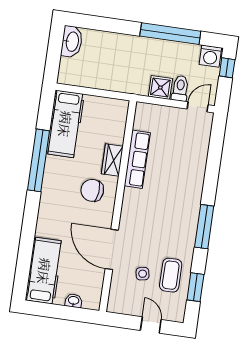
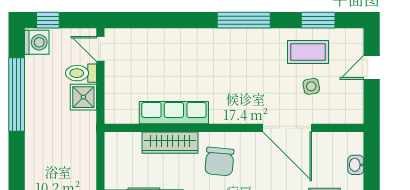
wardrobe: (112, 160) -> (170, 143), width x1.50
door: (112, 249) -> (287, 128), hinge flipped

